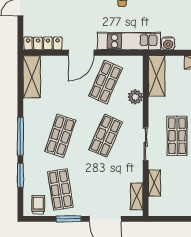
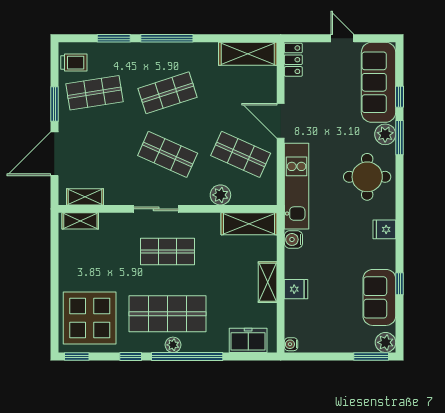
locker: (43, 43) -> (293, 60), width x0.66
shop shelf: (60, 136) -> (168, 93), turned -36
shelving: (154, 183) -> (80, 221), moved

